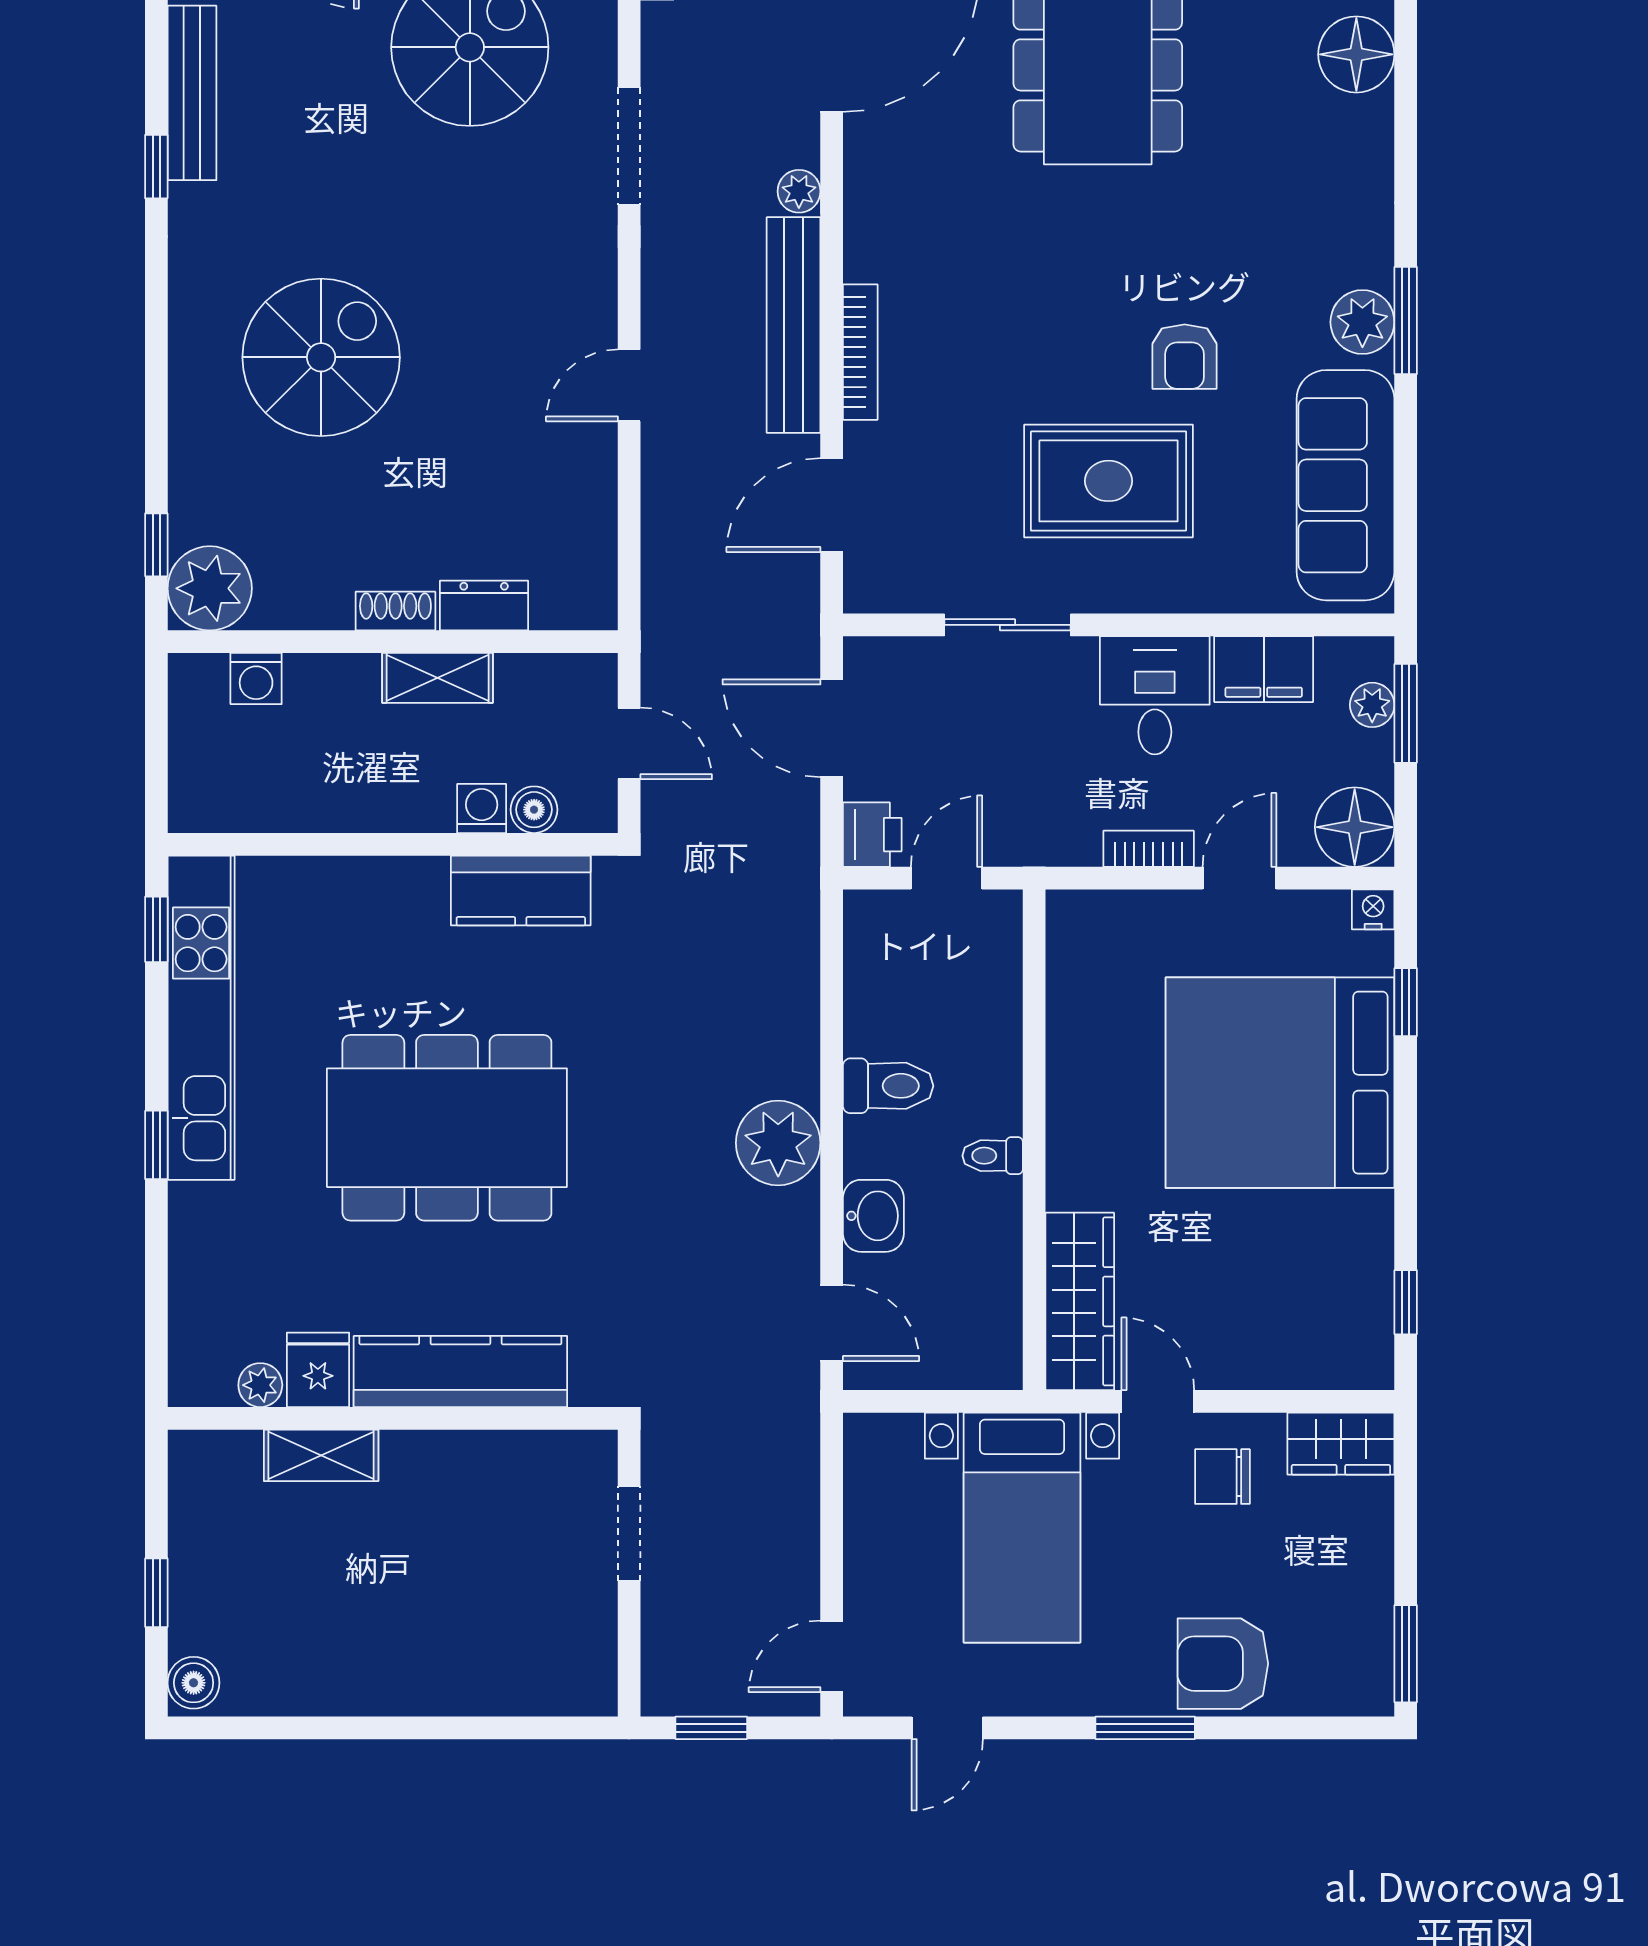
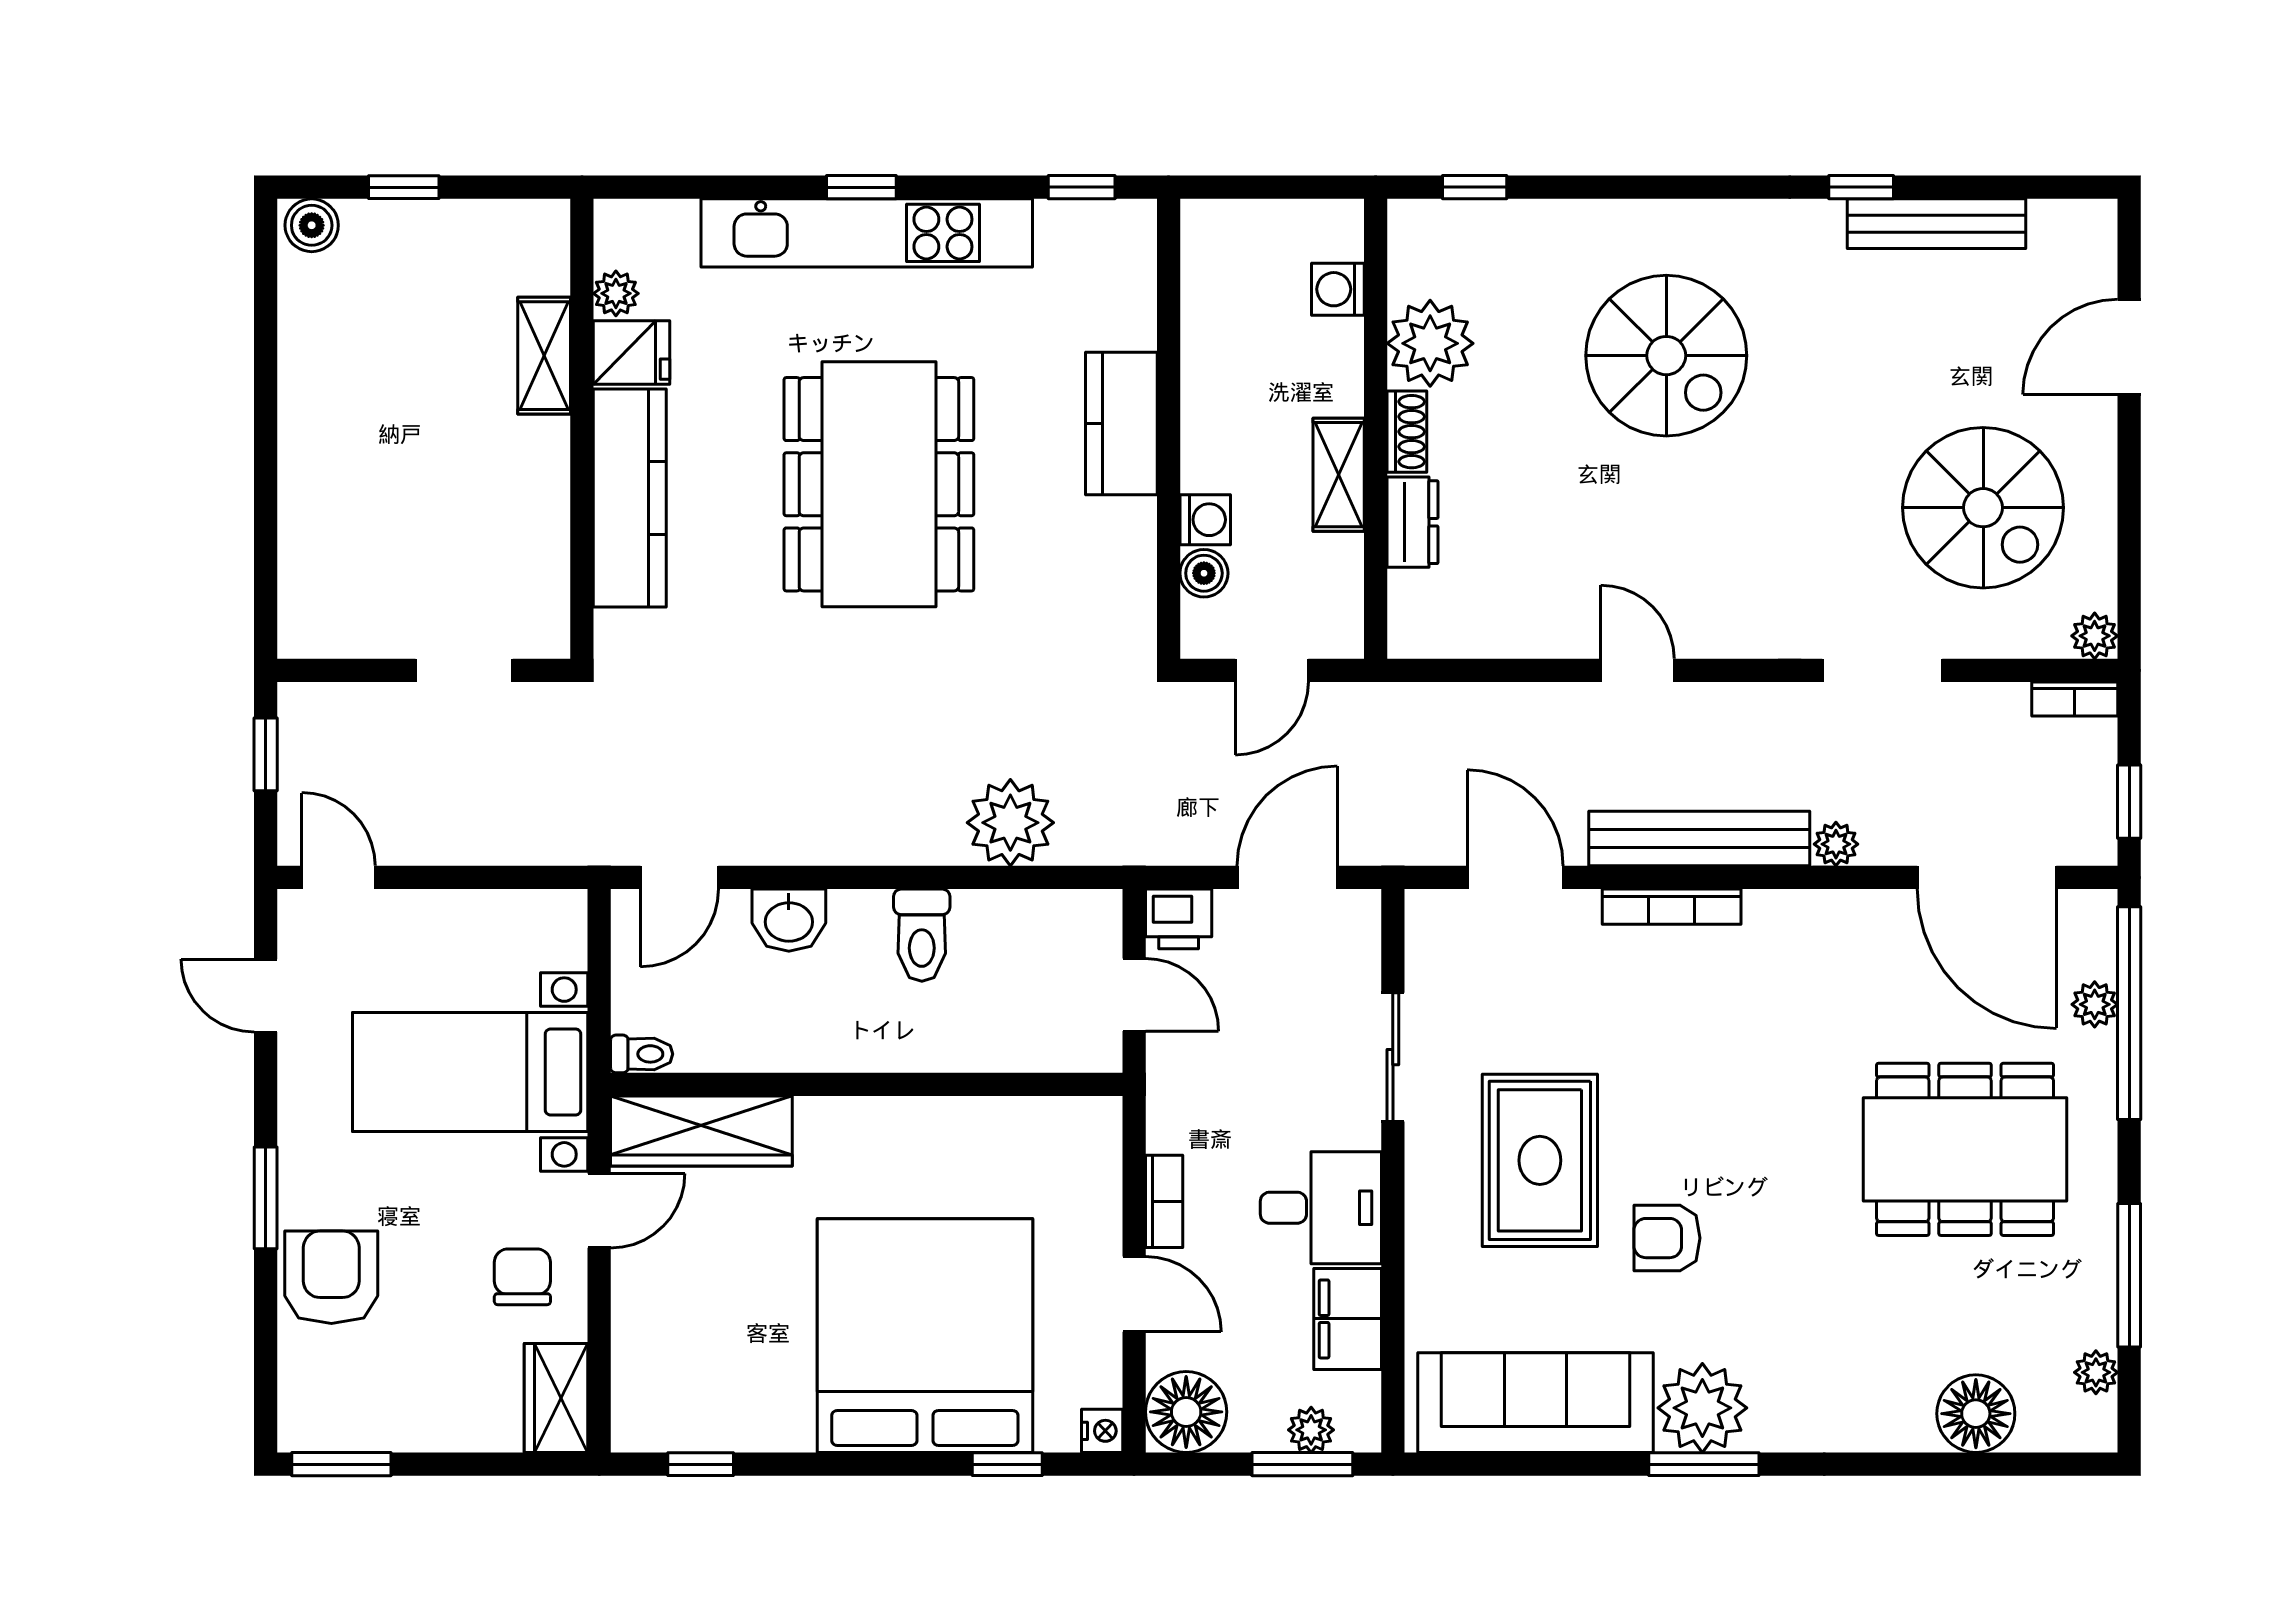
plant: (1362, 322) -> (1702, 1408), width x1.36, depth x1.36
plant: (210, 588) -> (1430, 343), moved
kitchen counter: (521, 890) -> (1121, 424), moved
kitchen unit: (201, 1018) -> (867, 233), moved
plant: (778, 1143) -> (1010, 823), moved
toilet: (993, 1156) -> (642, 1054), moved, turned 90

